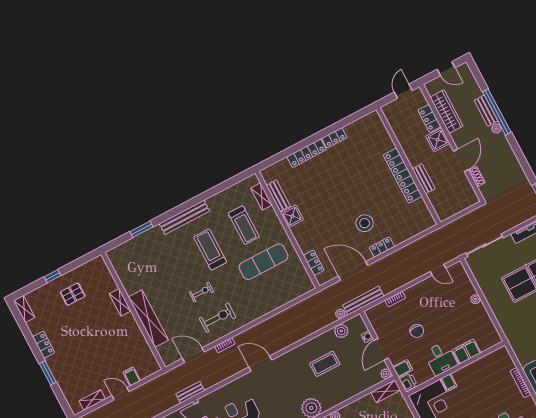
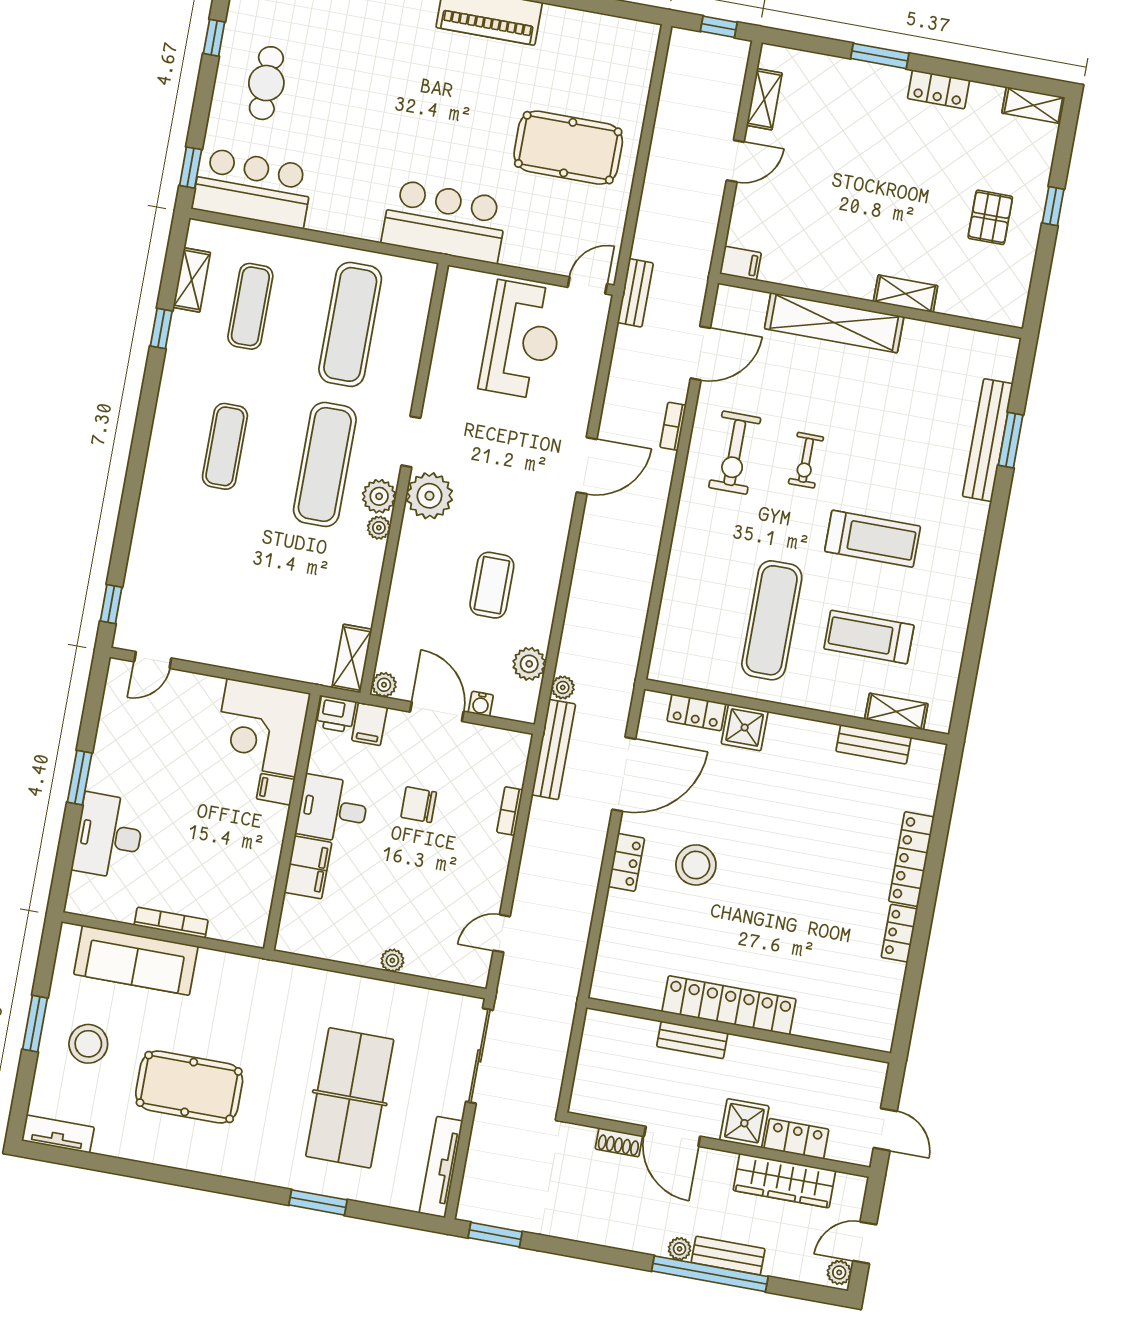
plant: (463, 69) -> (839, 1272), added
shower: (292, 216) -> (745, 727), moved
bench: (184, 217) -> (988, 440), moved
filing cabinet: (132, 376) -> (740, 263), moved

